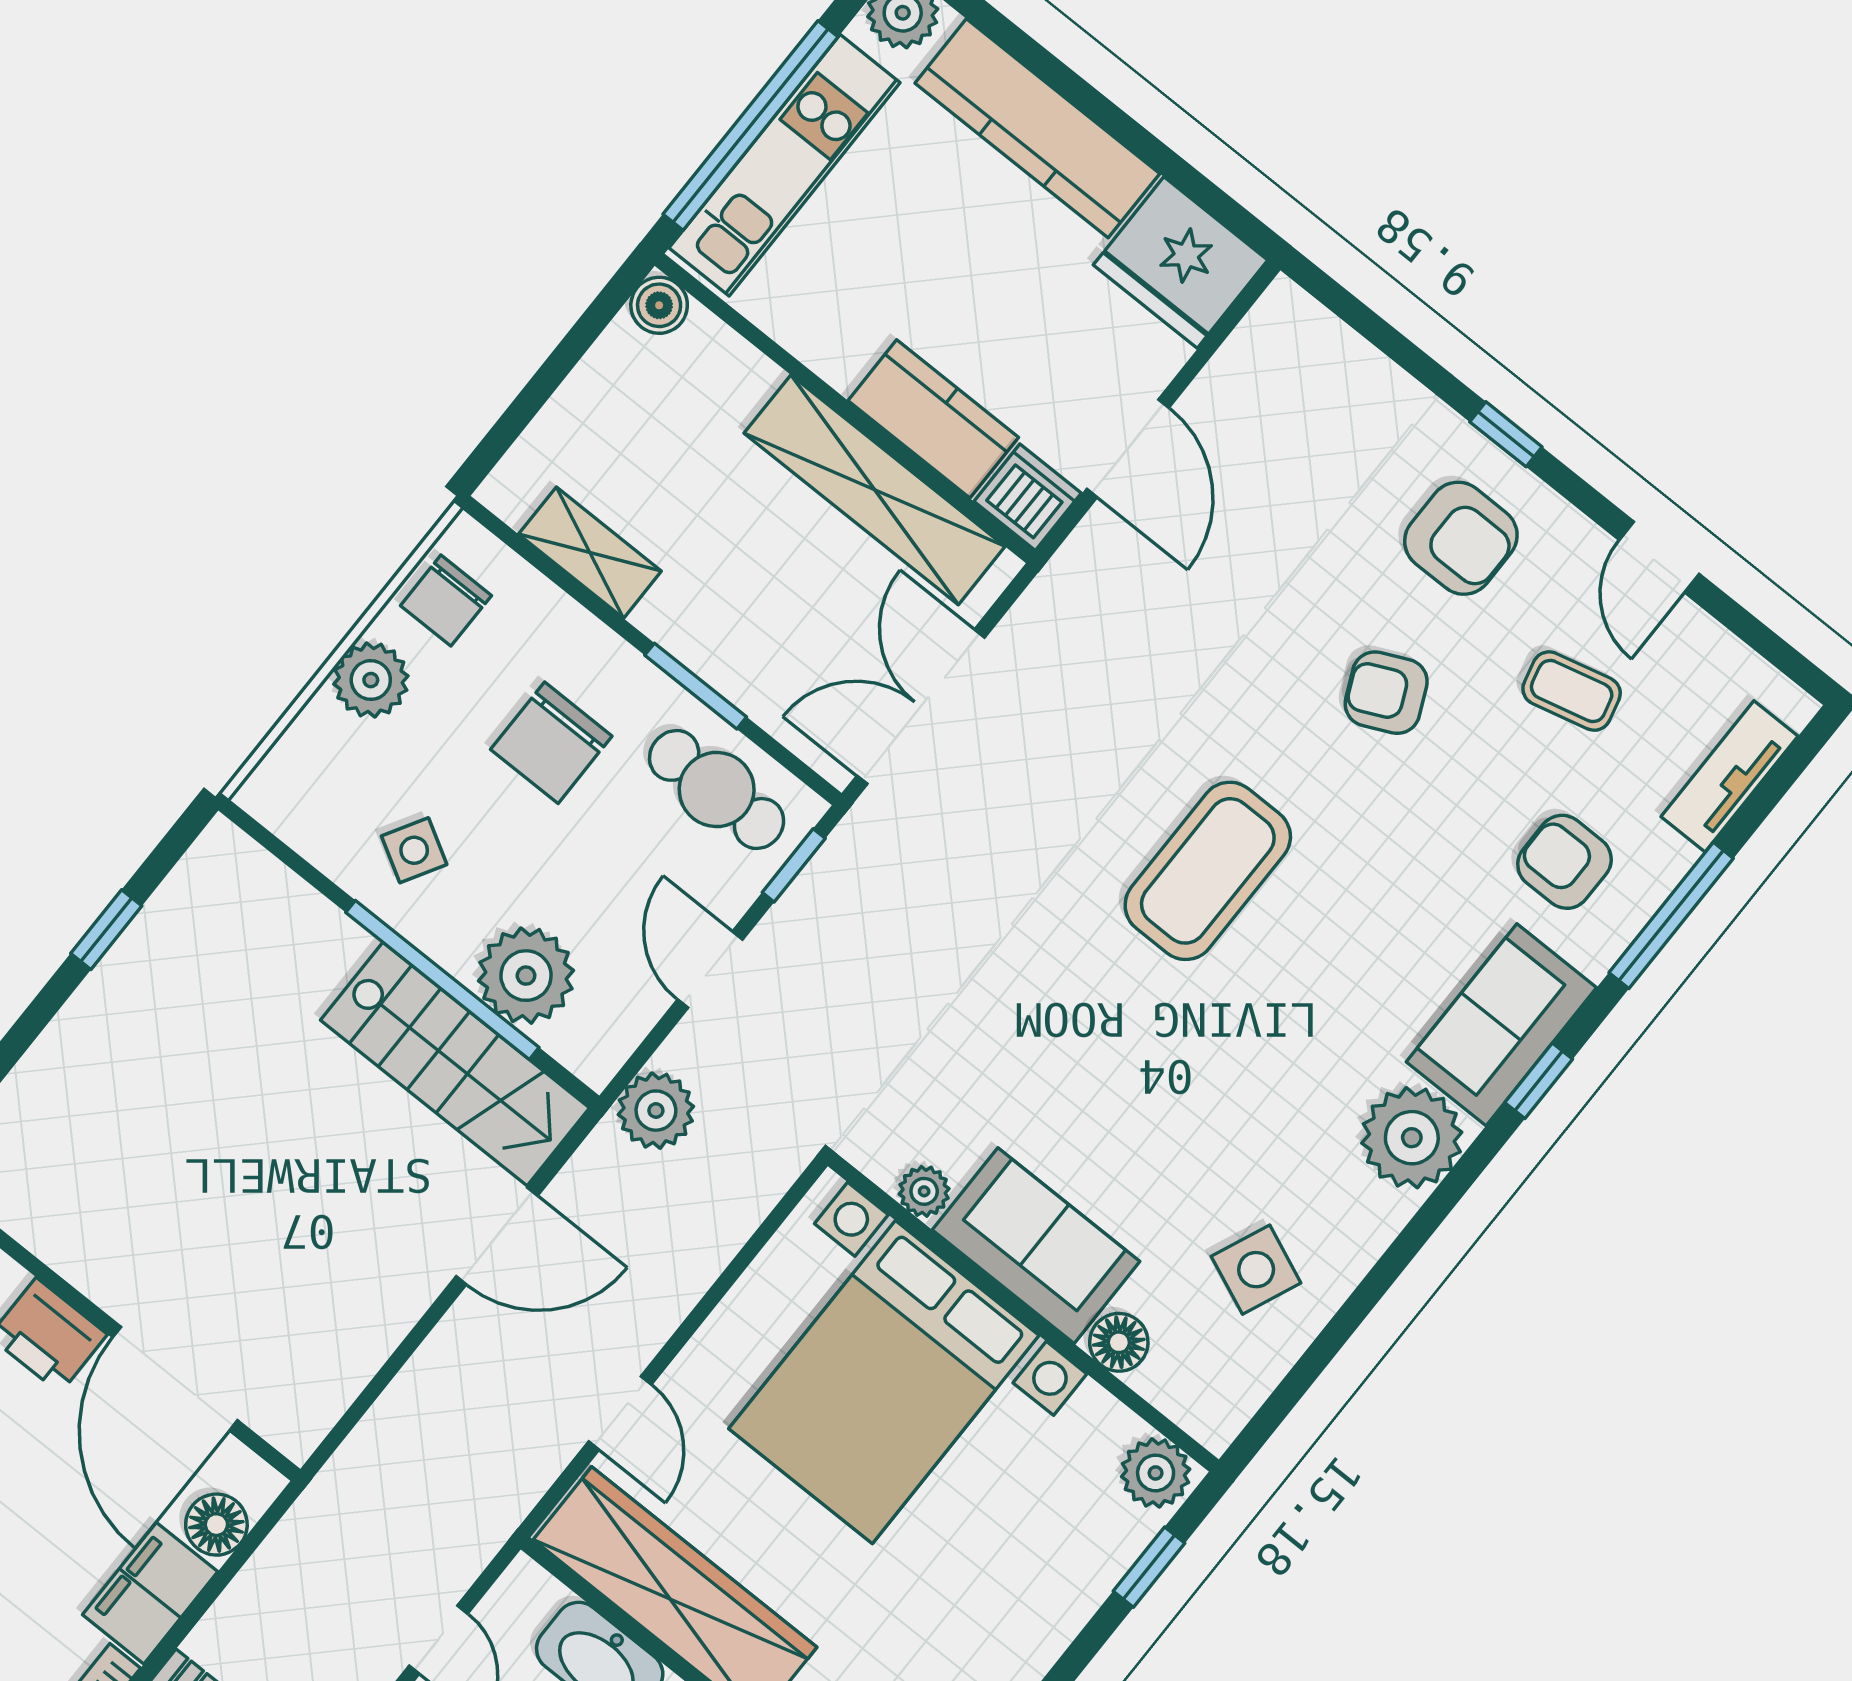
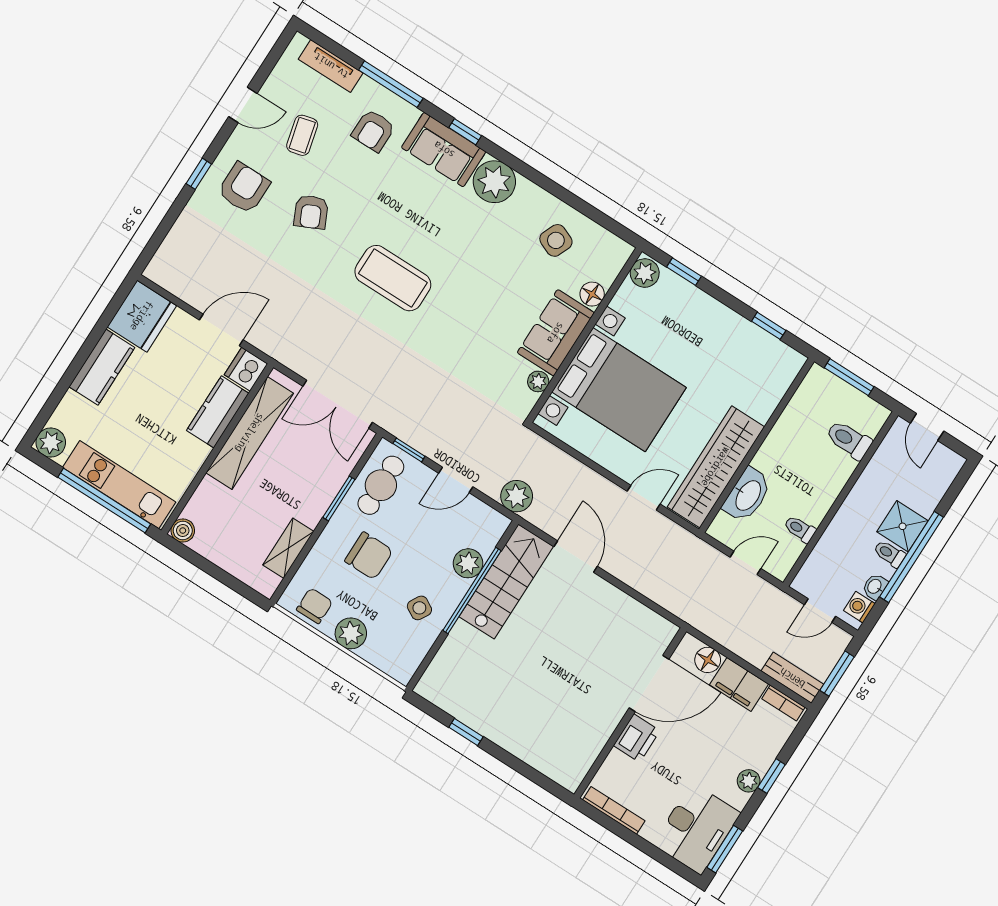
kitchen counter: (1037, 128) -> (102, 367), width x0.67
chair: (446, 601) -> (315, 606), turned -90
plant: (526, 976) -> (468, 563), width x0.73, depth x0.73

